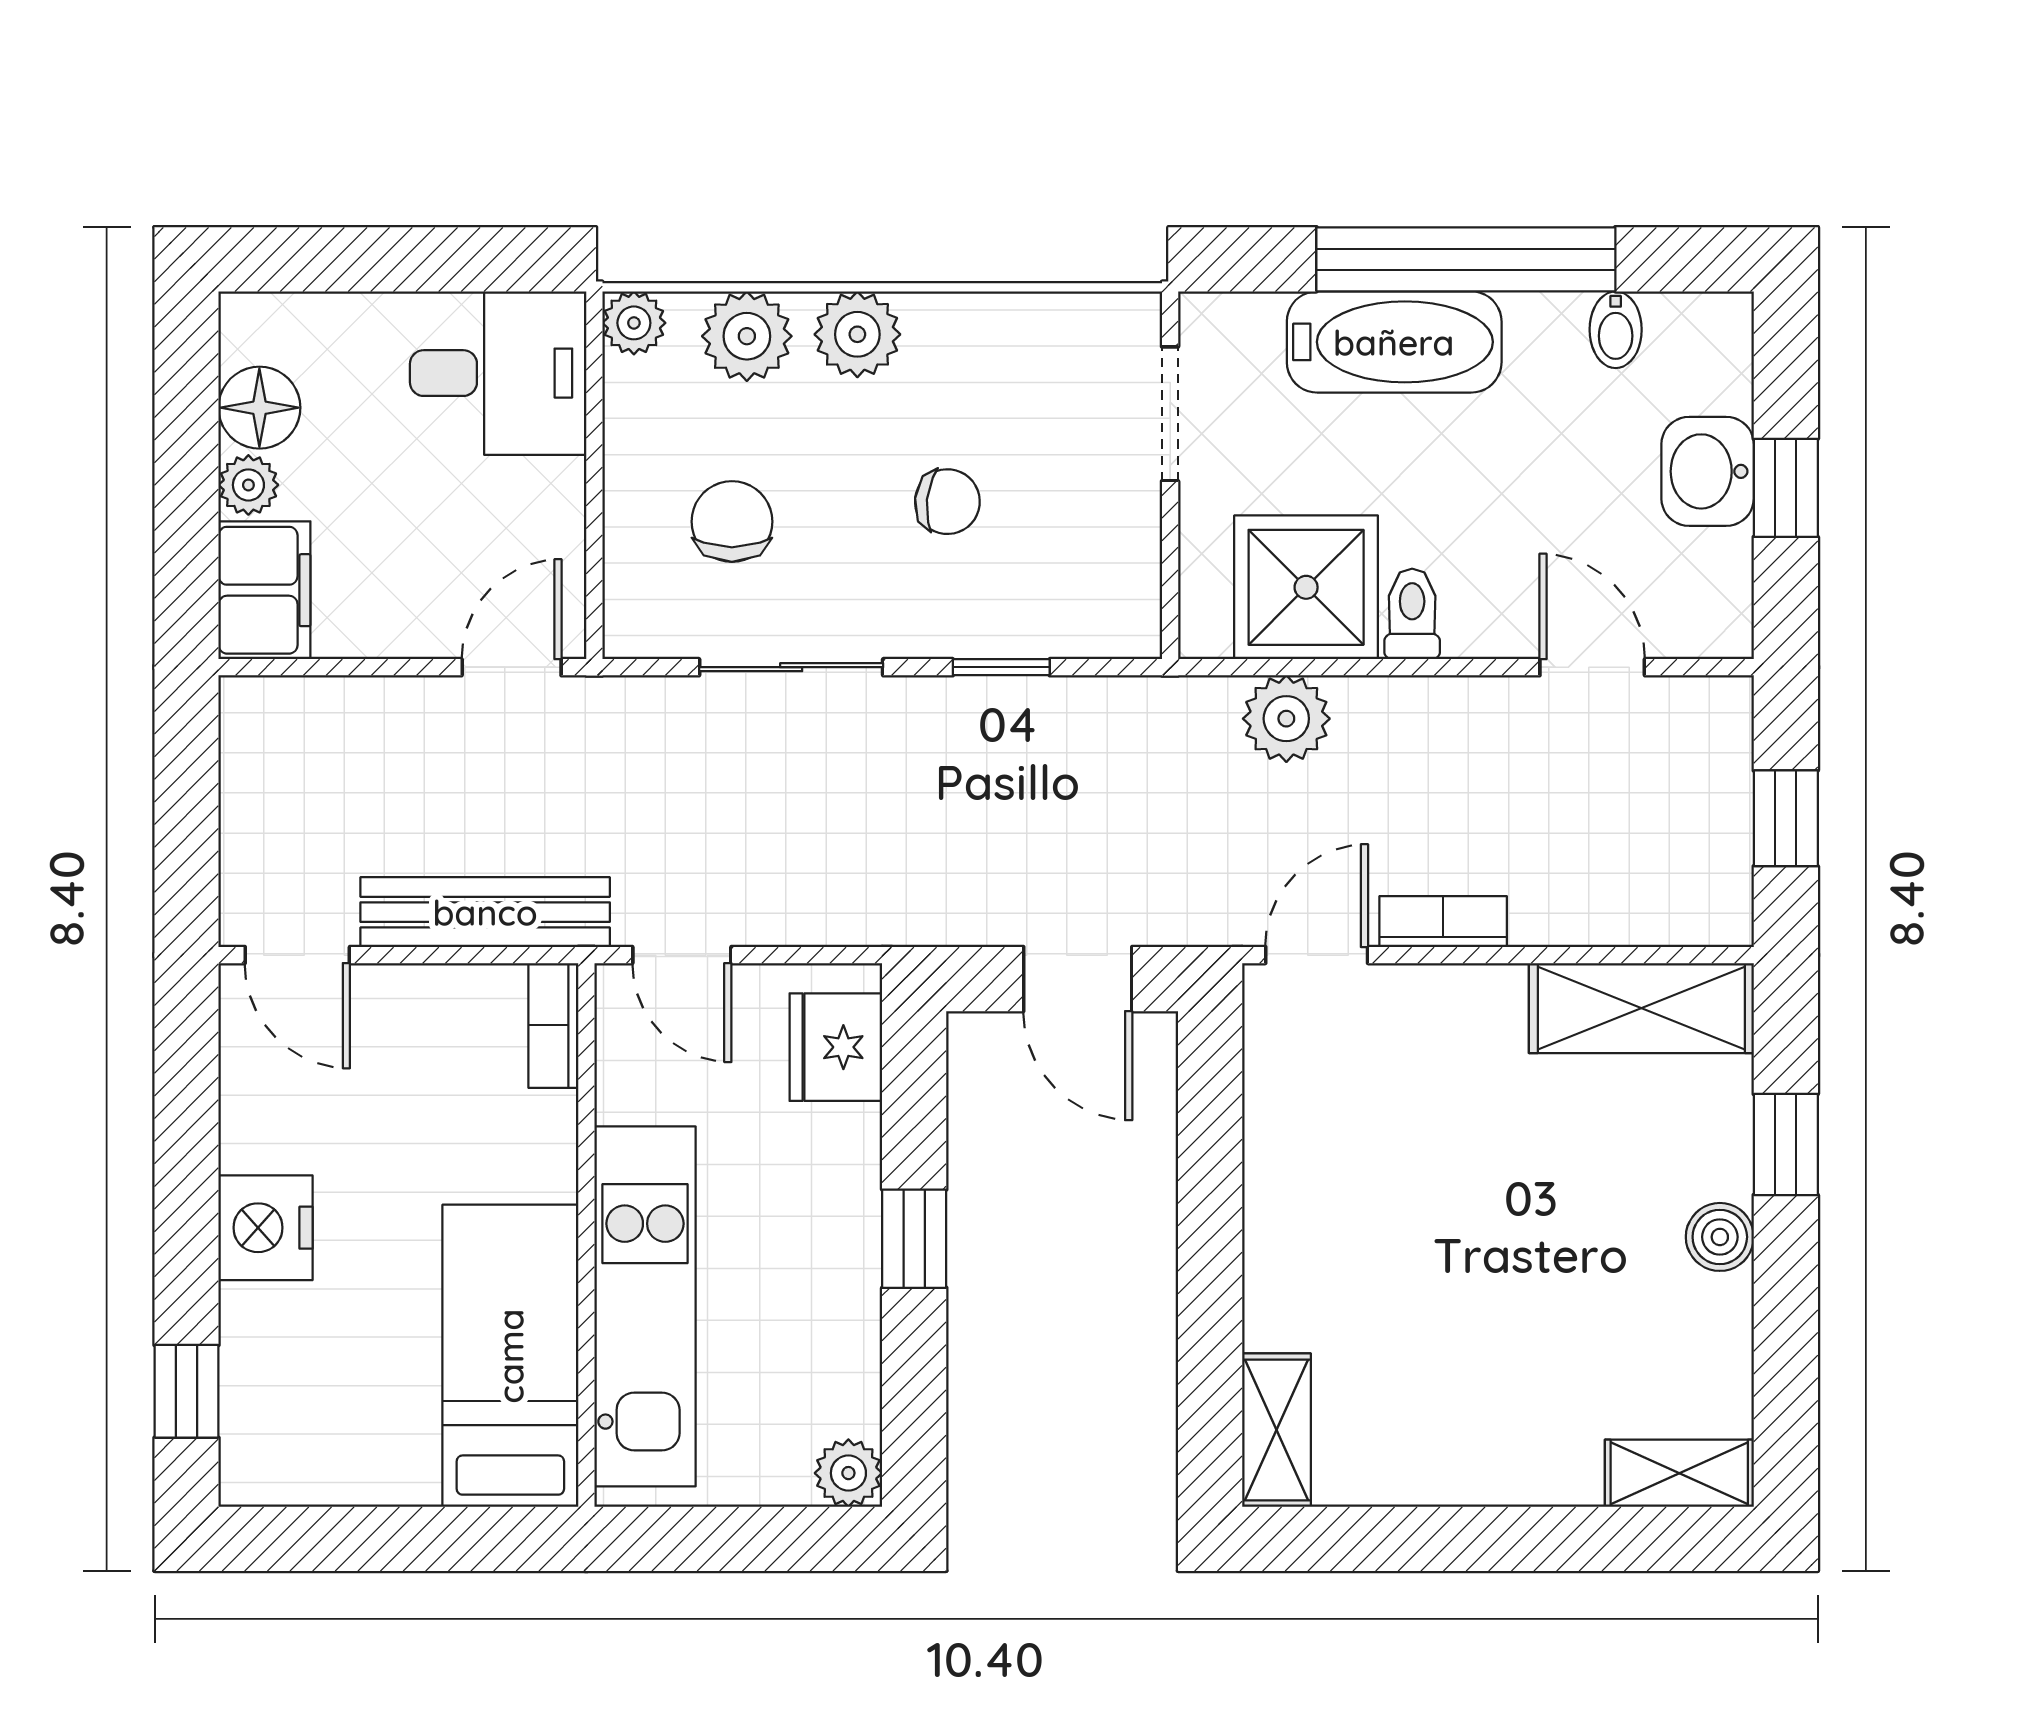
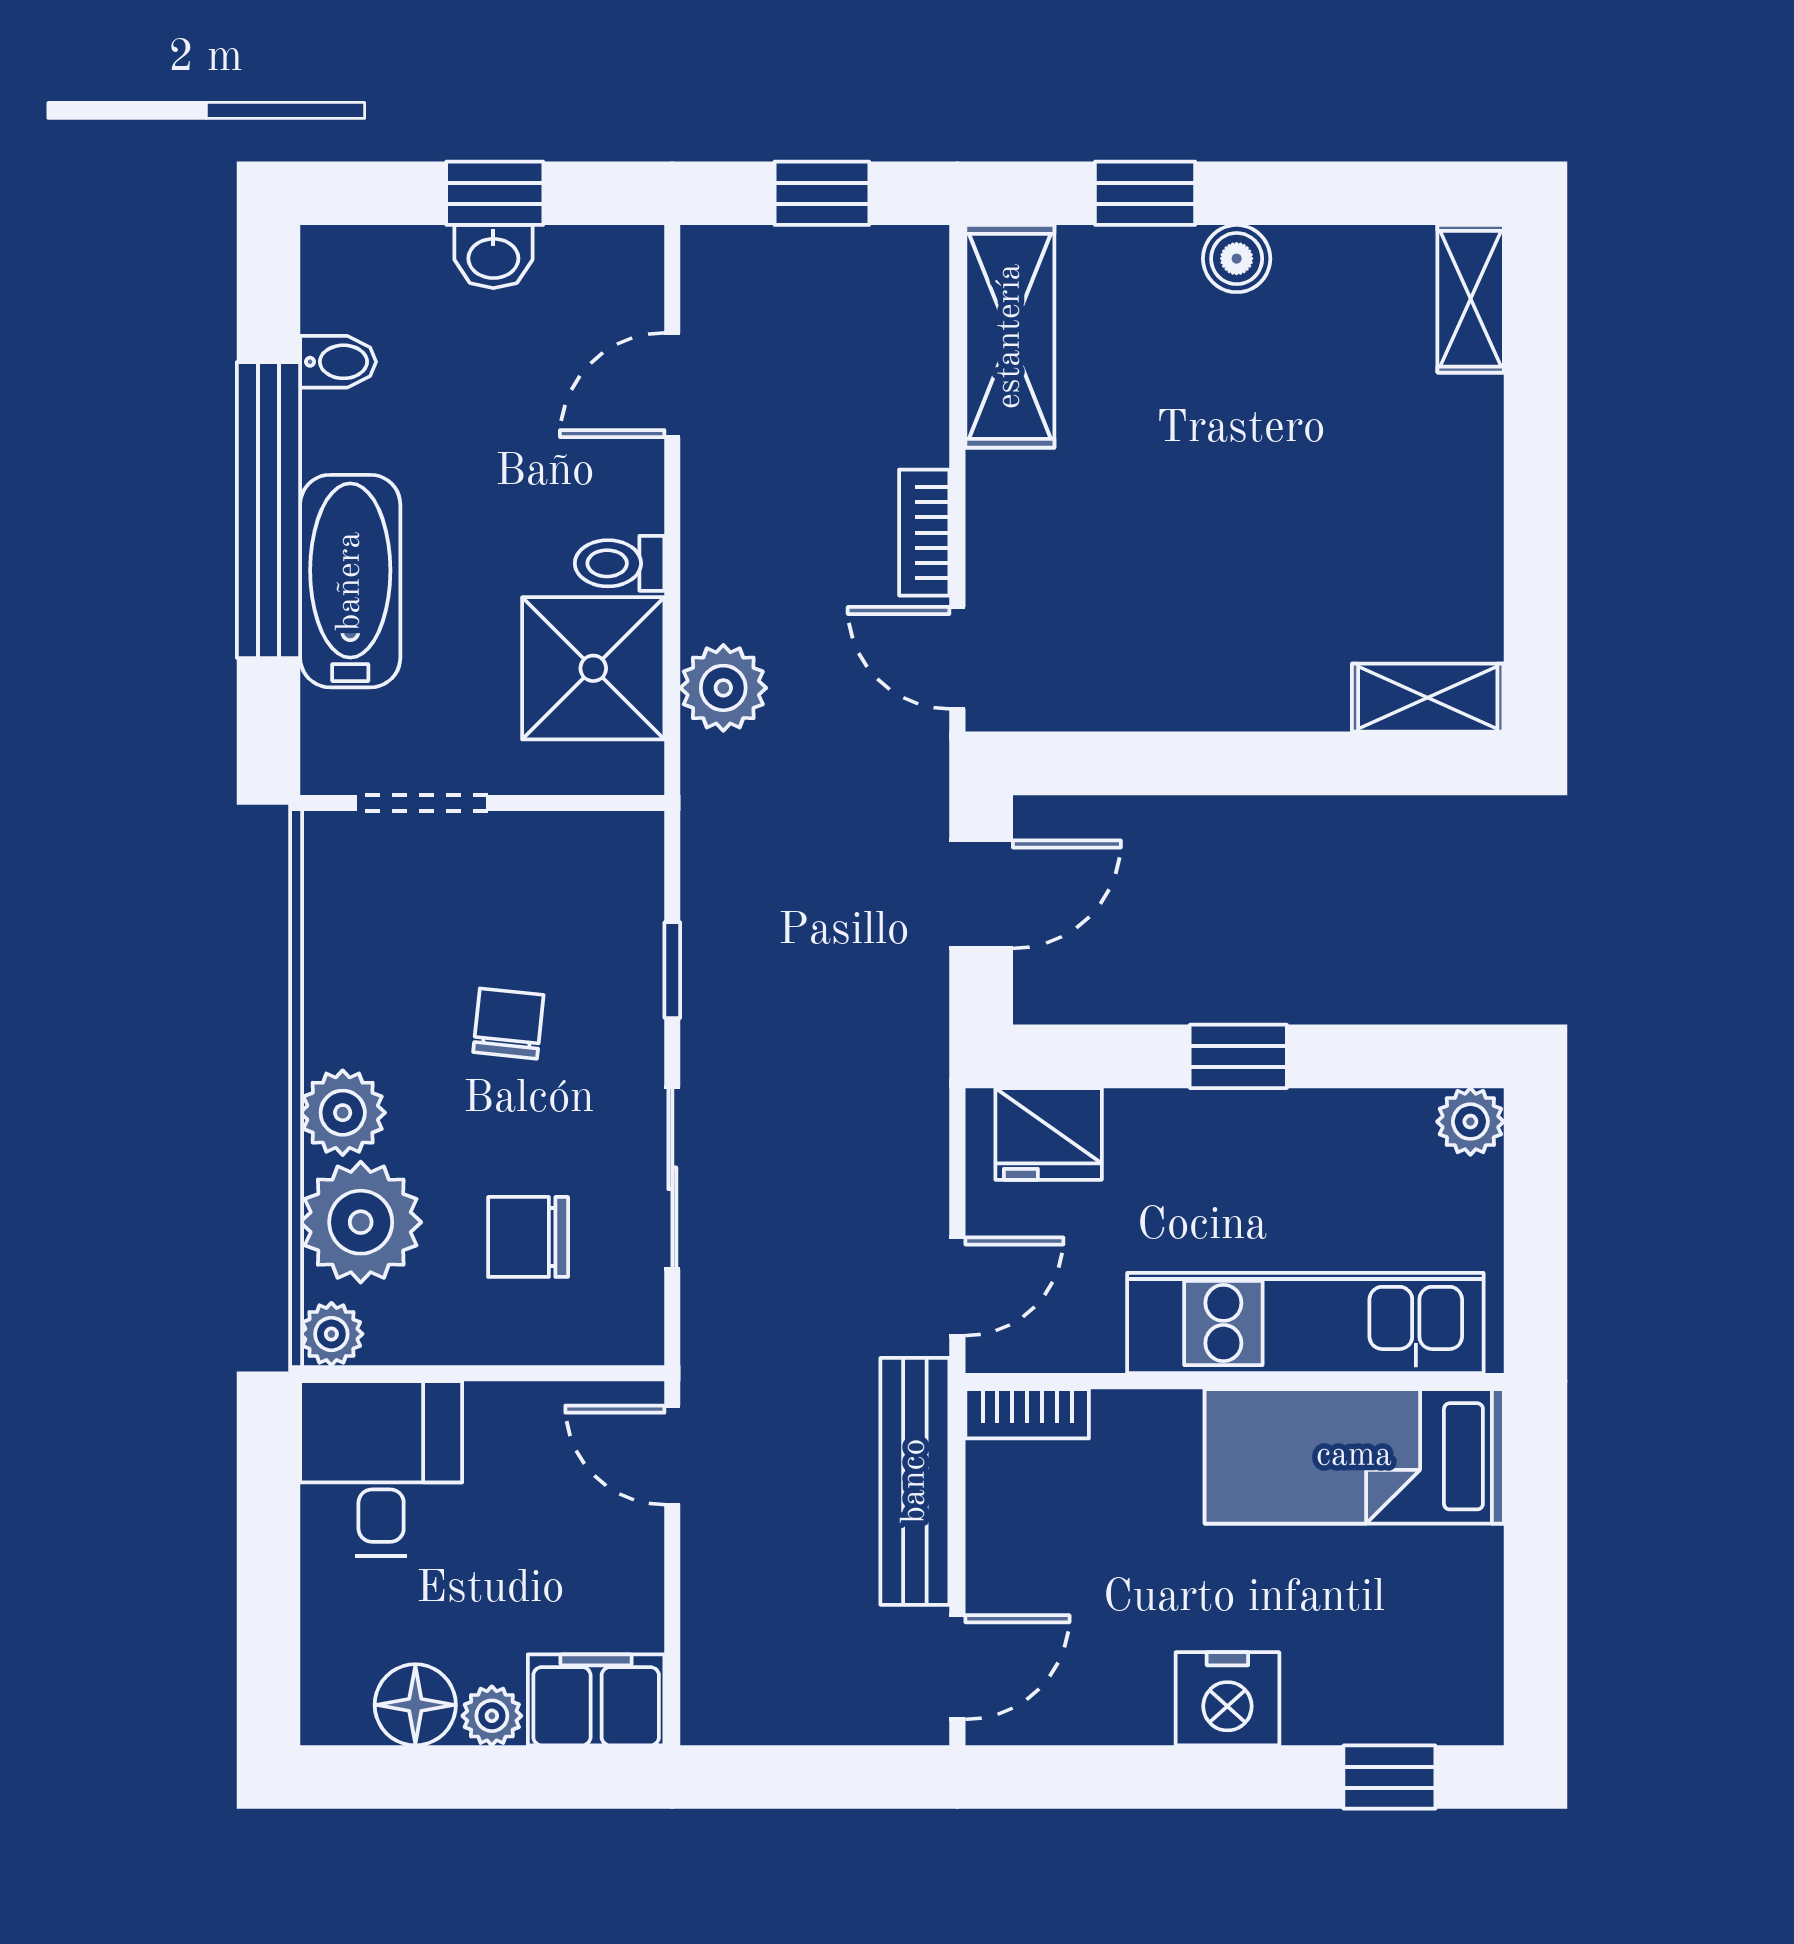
plant: (747, 336) -> (361, 1222), width x1.36, depth x1.36
washbasin: (1708, 471) -> (493, 257), width x0.72, depth x0.69

